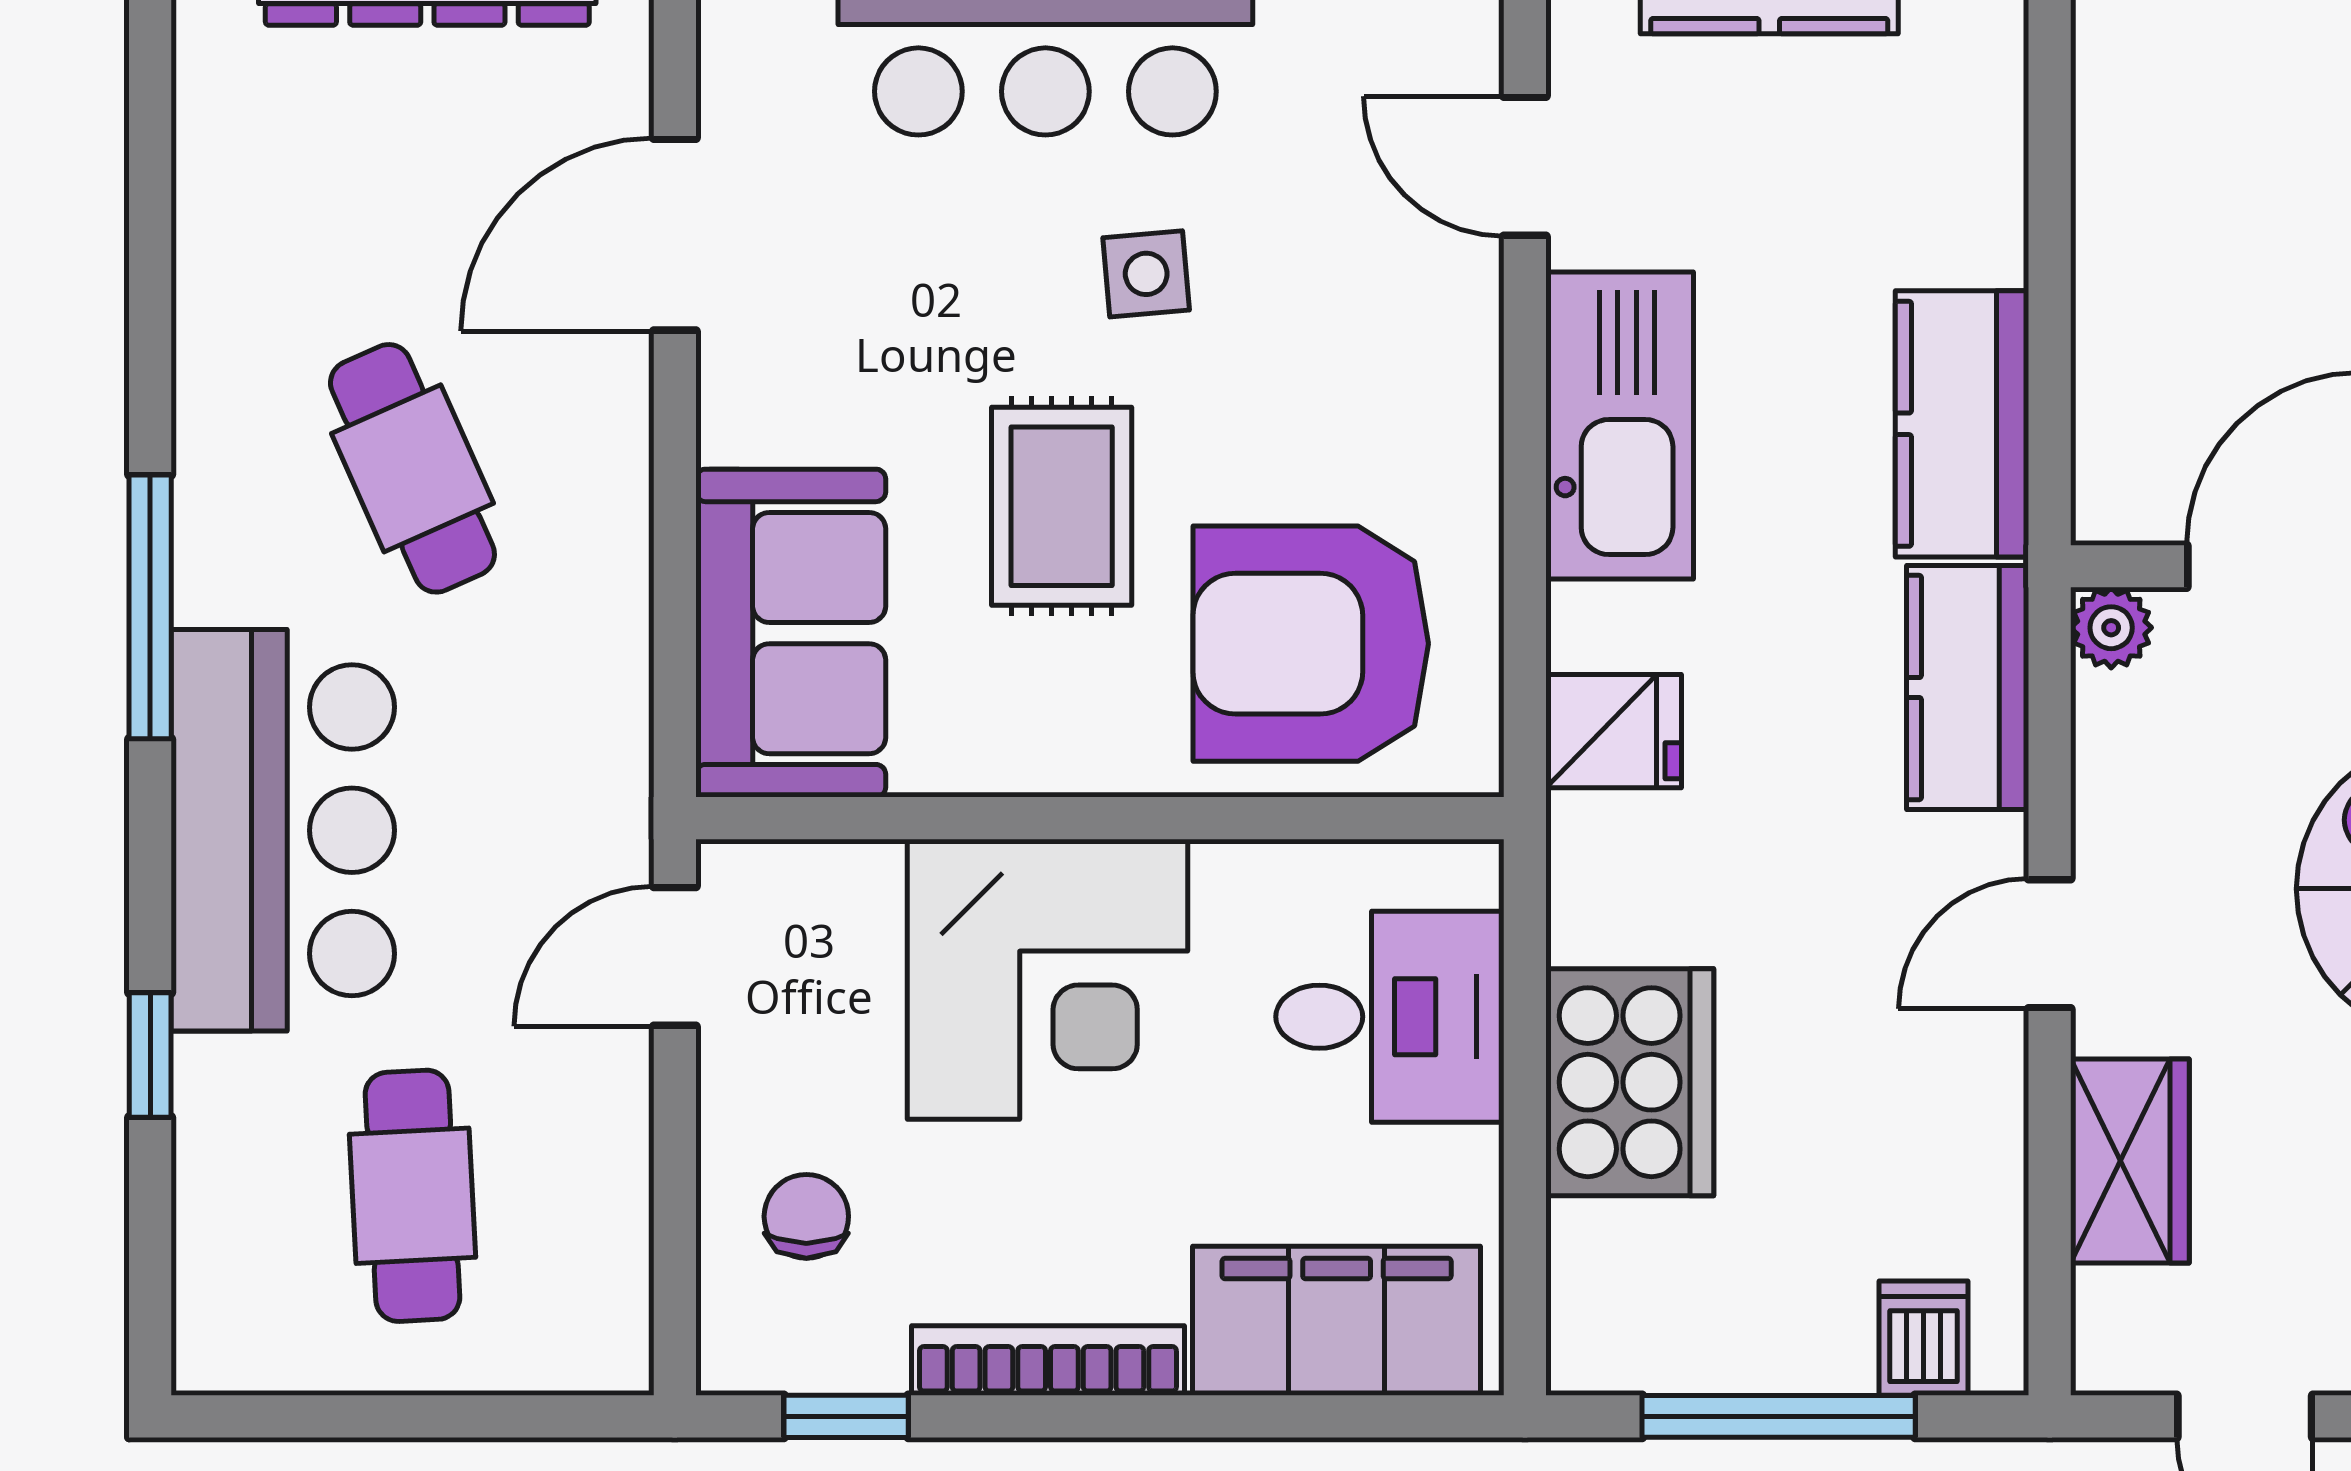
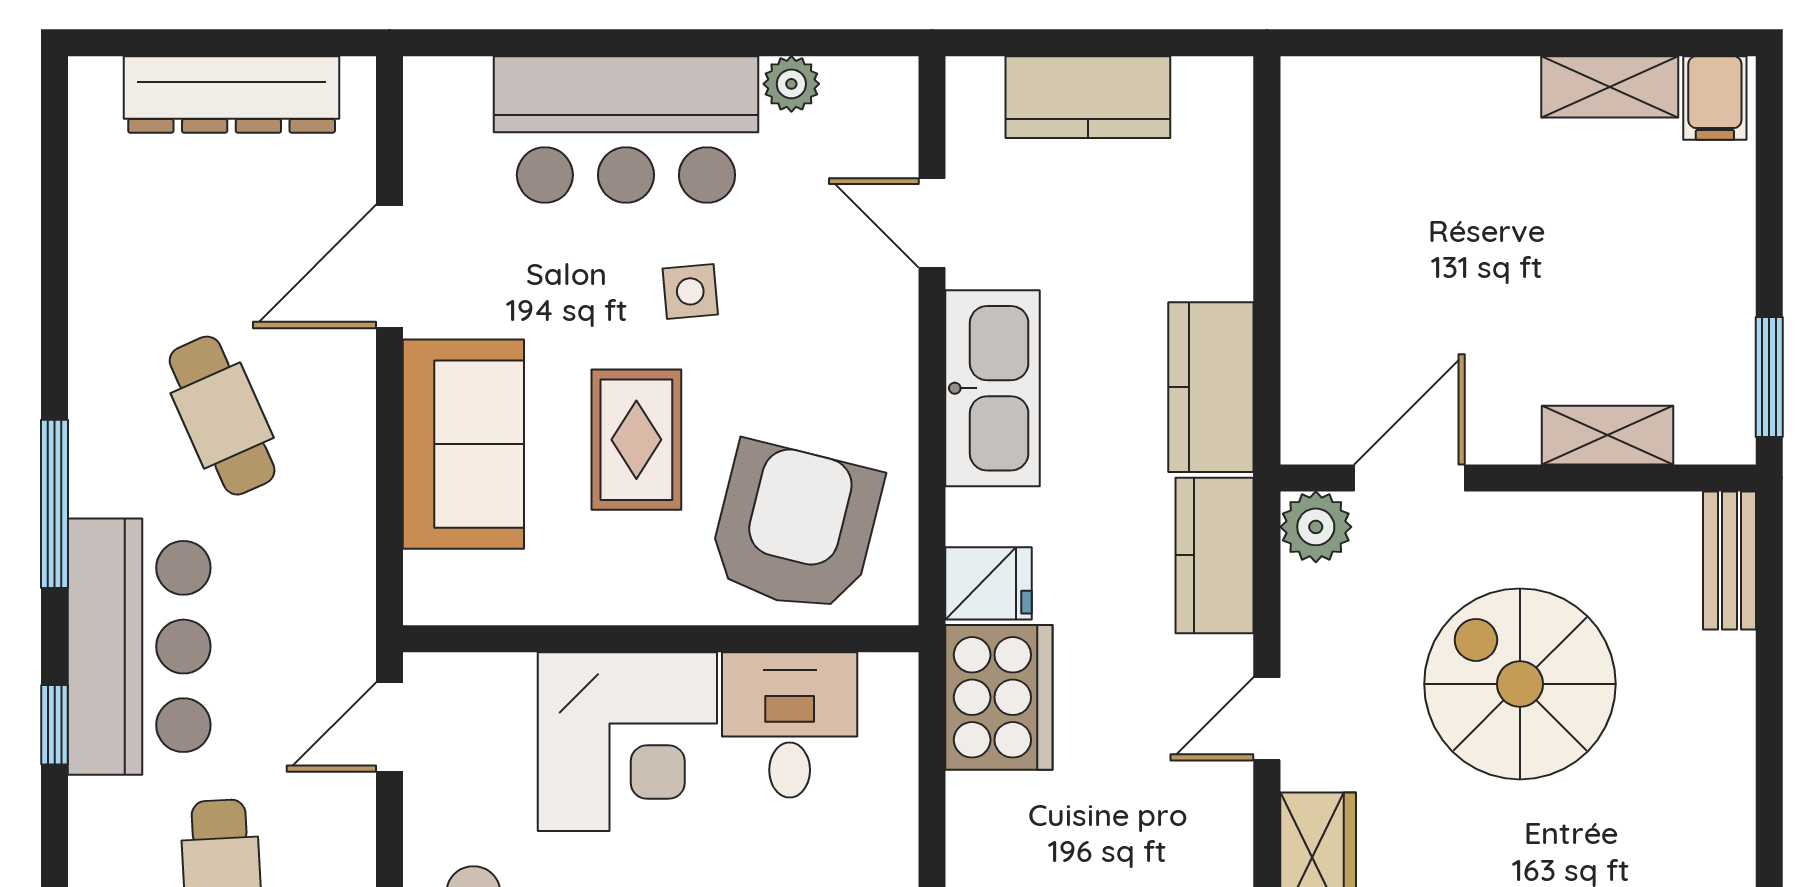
plant: (2111, 628) -> (1316, 527), width x1.38, depth x1.38
sofa: (791, 633) -> (463, 444), moved
armchair: (1311, 644) -> (795, 527), turned 104
desk: (1390, 1017) -> (790, 725), moved, turned -90
window: (150, 1055) -> (55, 725), moved
cooker: (1630, 1082) -> (999, 697), moved

